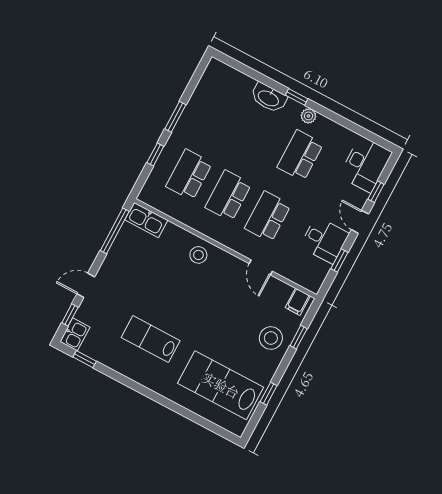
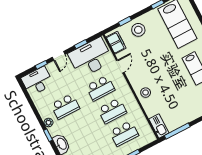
desk: (324, 240) -> (91, 58), width x1.87, depth x1.30
filing cabinet: (298, 302) -> (116, 43), width x2.00

